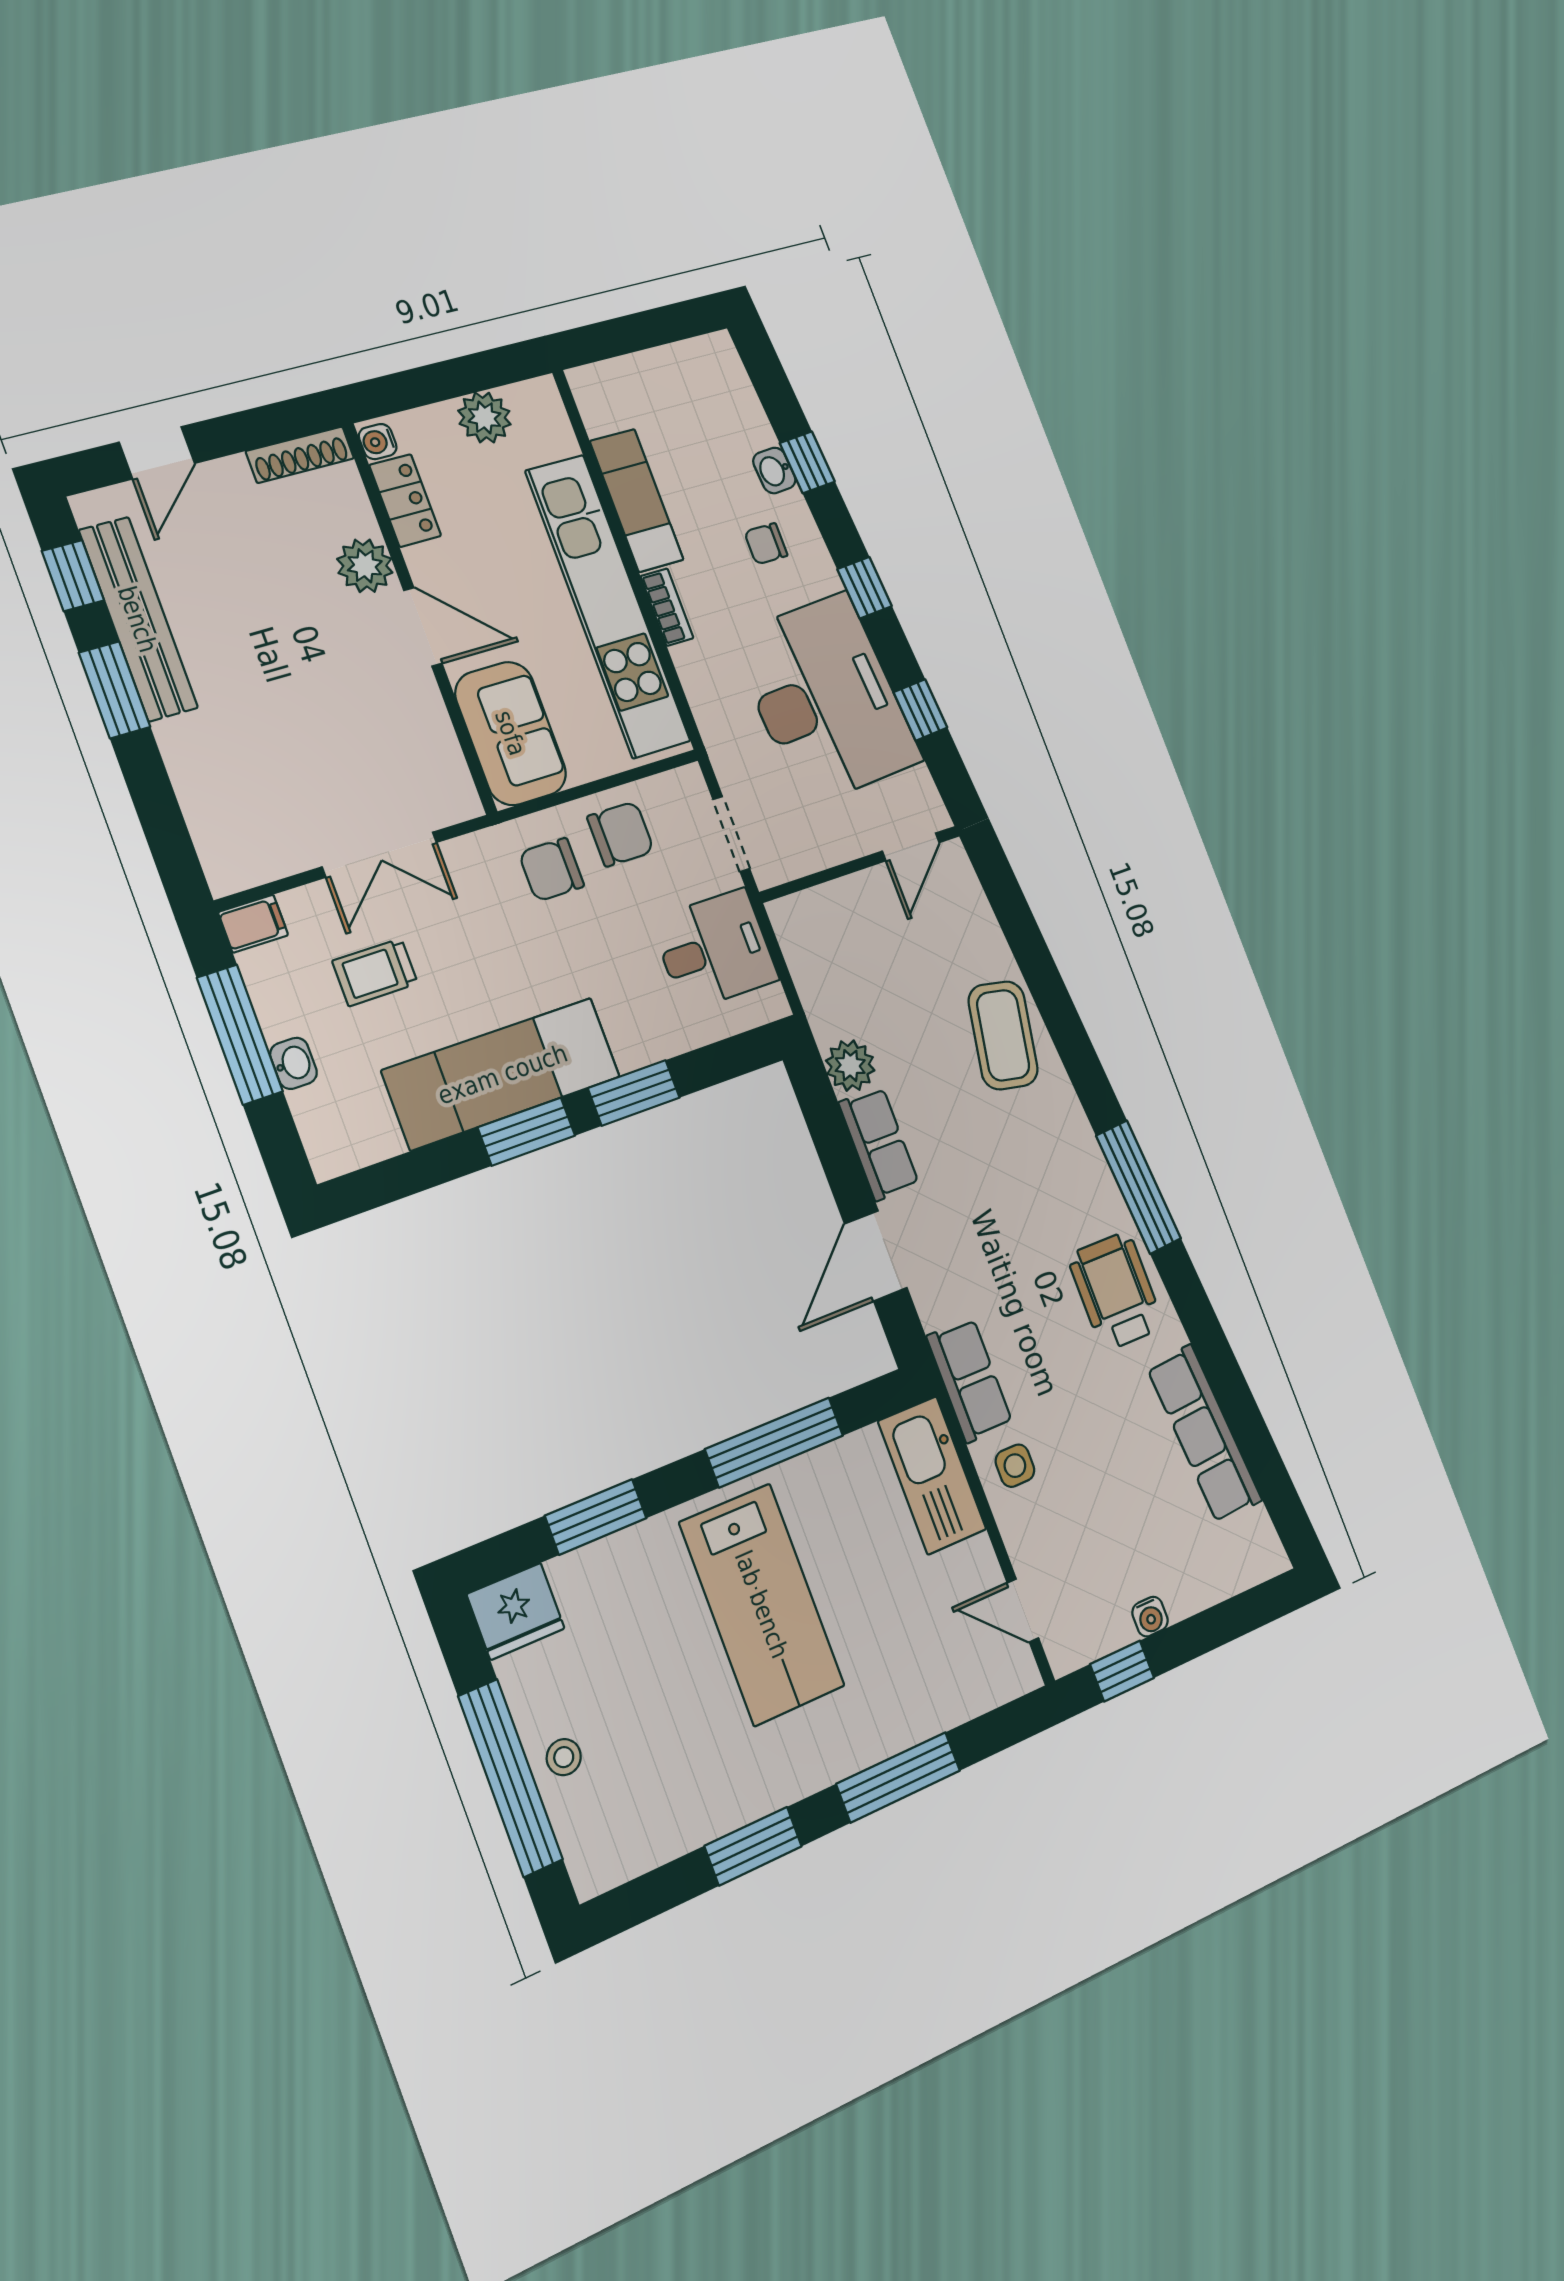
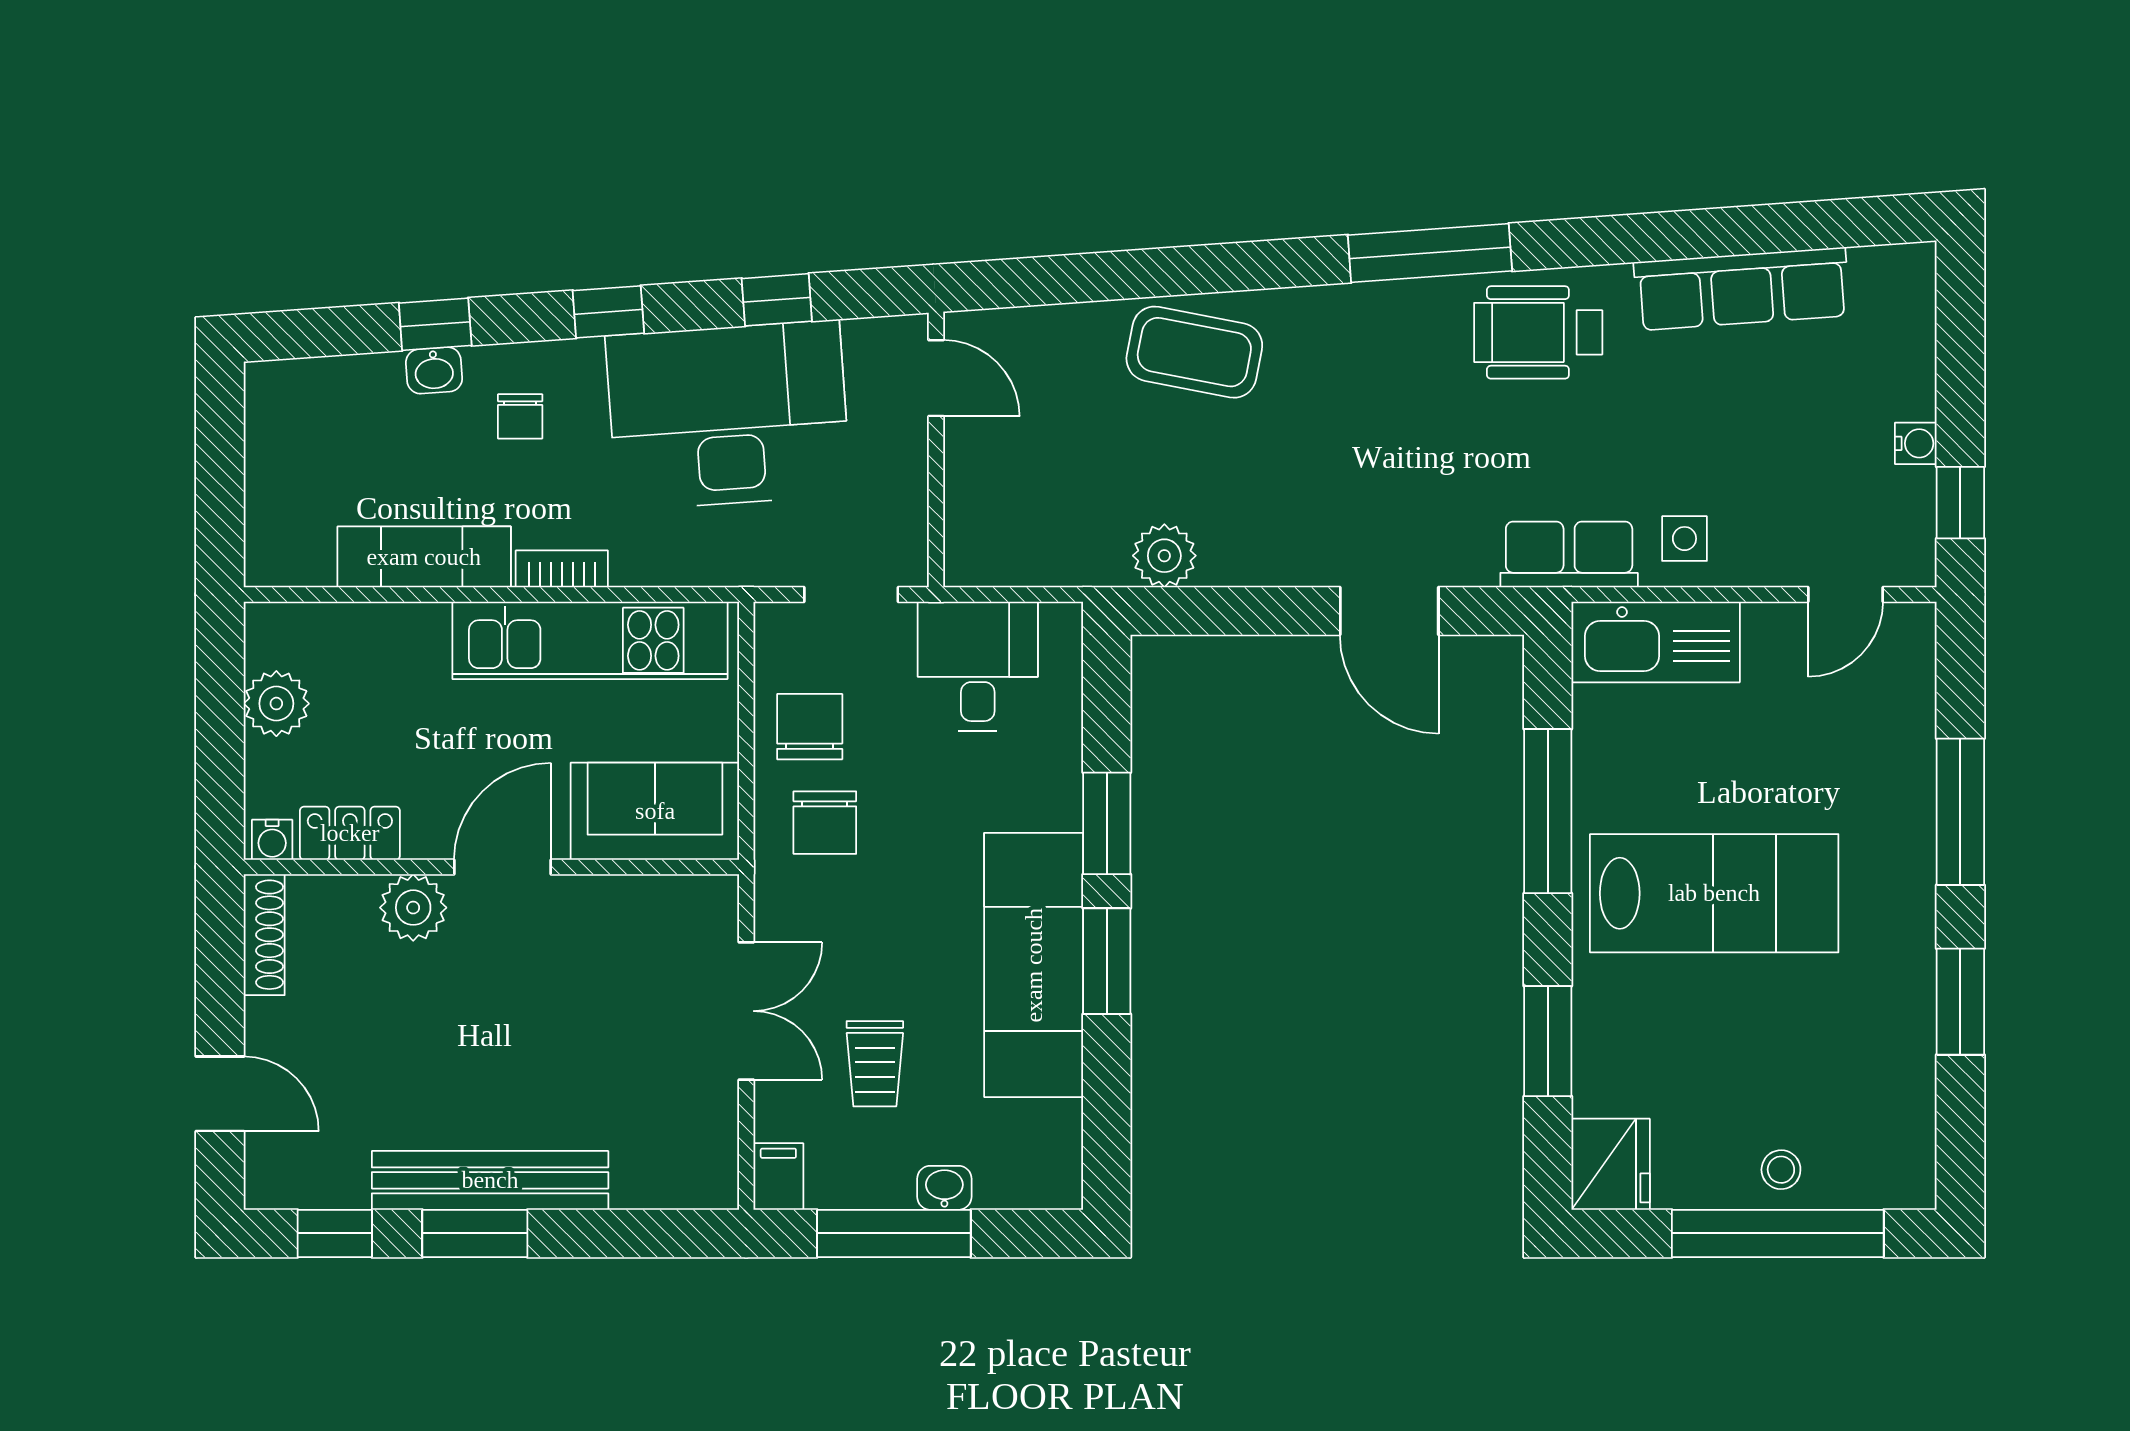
kitchen unit: (608, 606) -> (590, 640), width x0.73
bench: (138, 619) -> (490, 1180), moved
row of seats: (879, 1144) -> (1265, 557), removed

